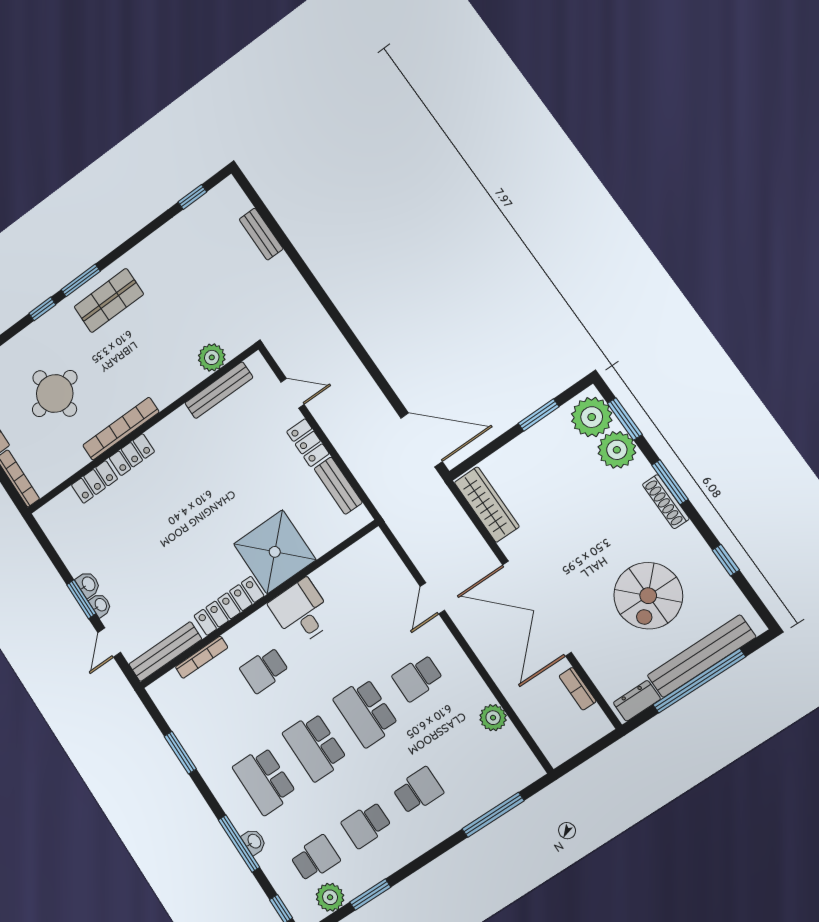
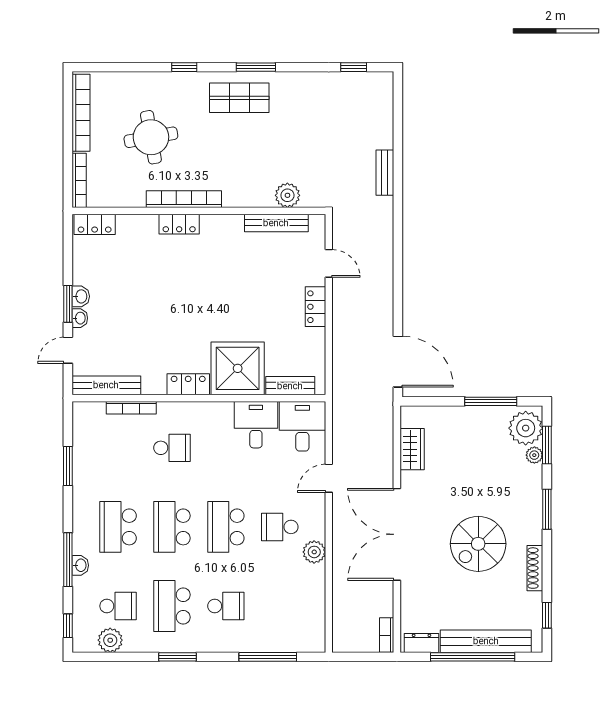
bench: (261, 234) -> (385, 173), moved
window: (81, 280) -> (256, 67), moved
window: (539, 415) -> (491, 401), width x1.44
plant: (617, 450) -> (534, 455), width x0.53, depth x0.53
locker: (95, 482) -> (95, 224), moved
bench: (338, 486) -> (290, 386), moved, turned 90
shoe rack: (666, 502) -> (535, 568), moved
wardrobe: (487, 504) -> (412, 449), width x0.67
window: (726, 560) -> (547, 615), moved
desk: (373, 565) -> (302, 426), added
spiral stairs: (648, 596) -> (478, 544), moved
locker: (229, 606) -> (188, 384), width x0.66
desk: (301, 612) -> (256, 425), moved
school desk: (264, 670) -> (172, 448), turned 180
bookcase: (578, 689) -> (387, 635), moved
plant: (493, 718) -> (314, 552), moved
school desk: (366, 825) -> (172, 606), width x1.85
window: (370, 895) -> (177, 657), moved

